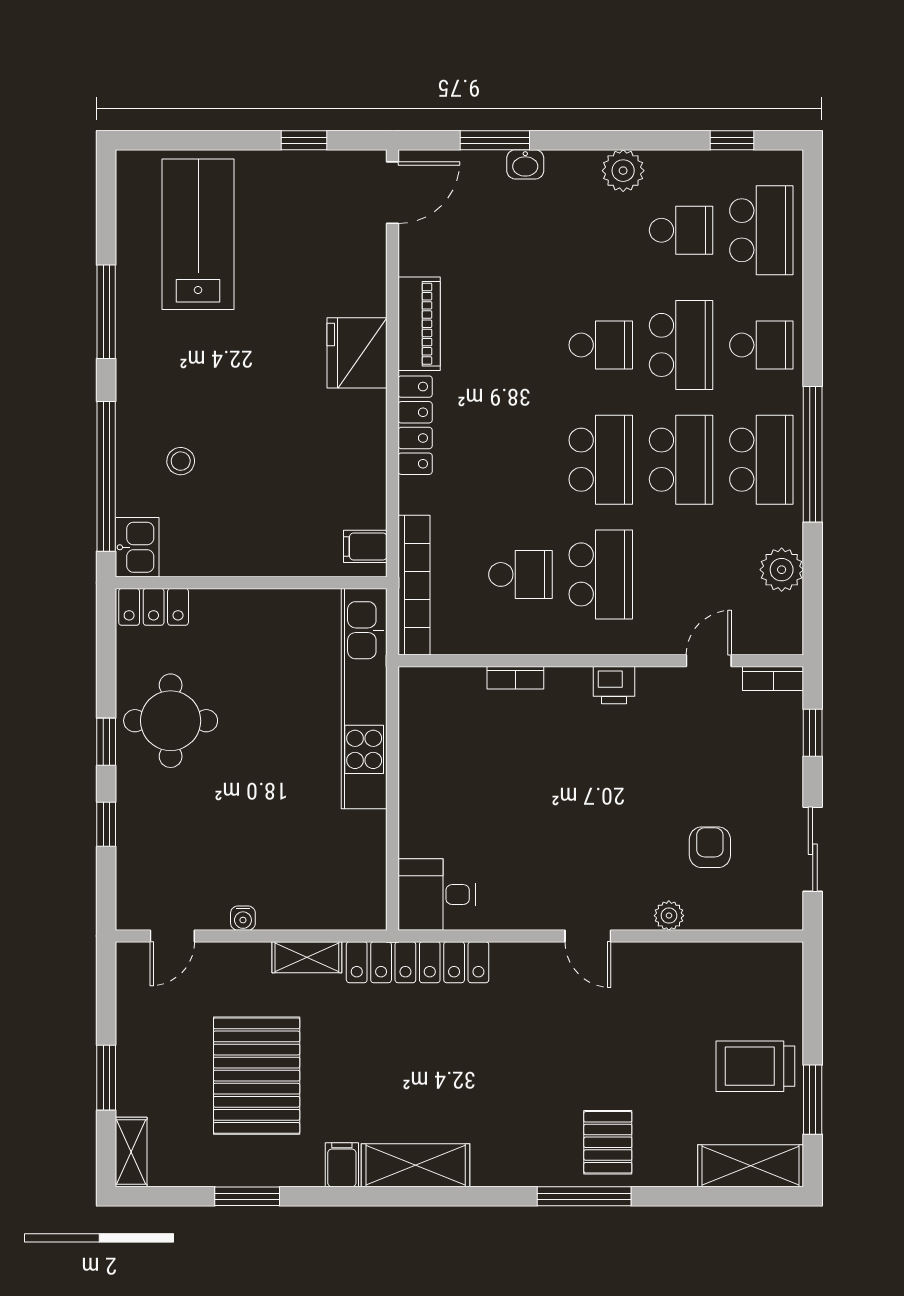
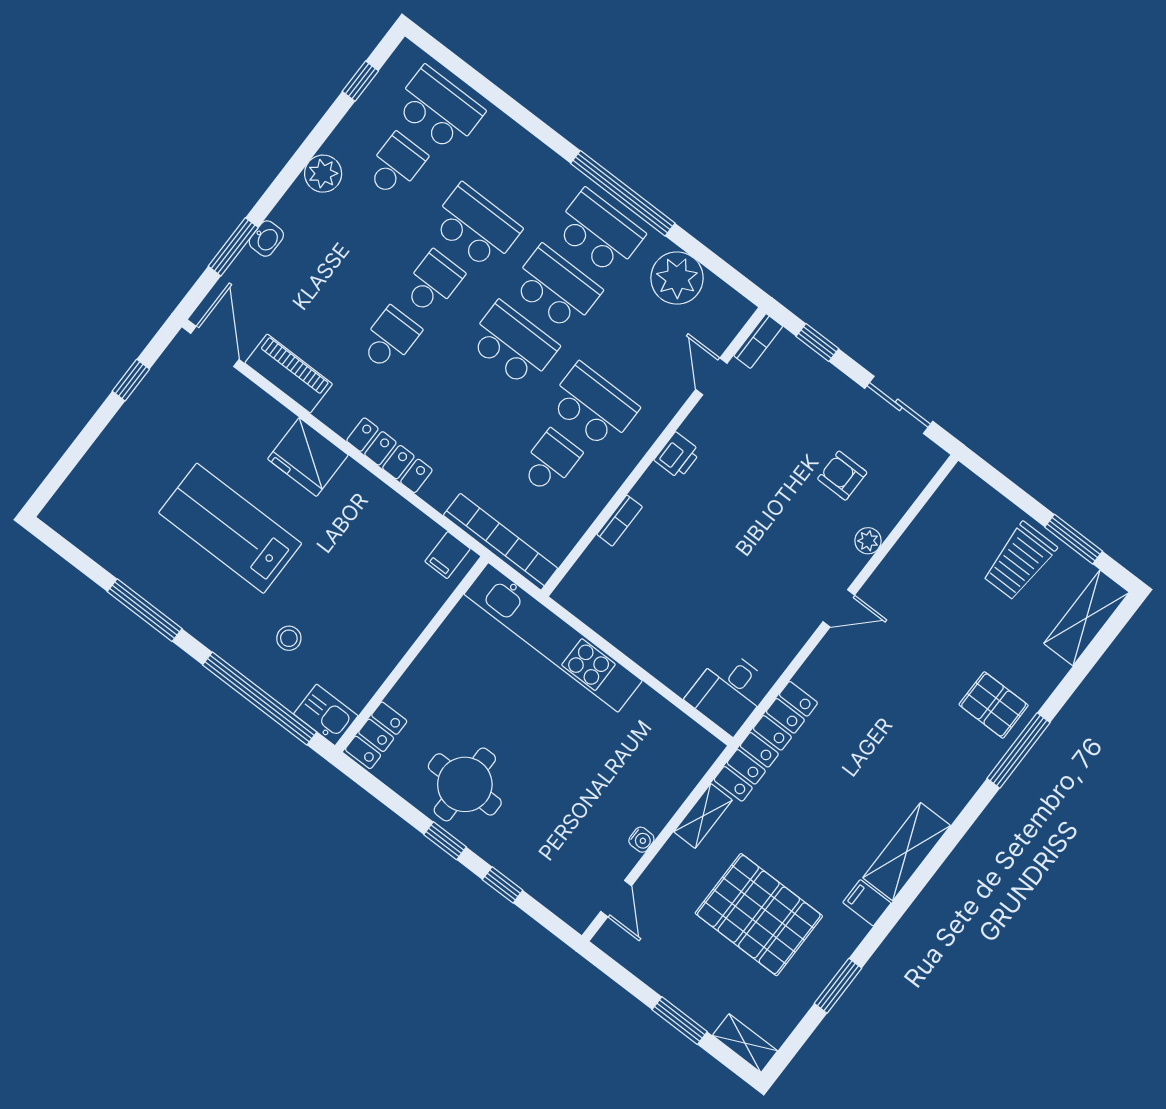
lab bench: (198, 234) -> (230, 528), moved
piano: (419, 324) -> (289, 374), moved
school desk: (761, 345) -> (390, 339), moved
plant: (782, 570) -> (677, 278), width x1.36, depth x1.36

